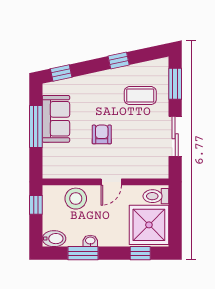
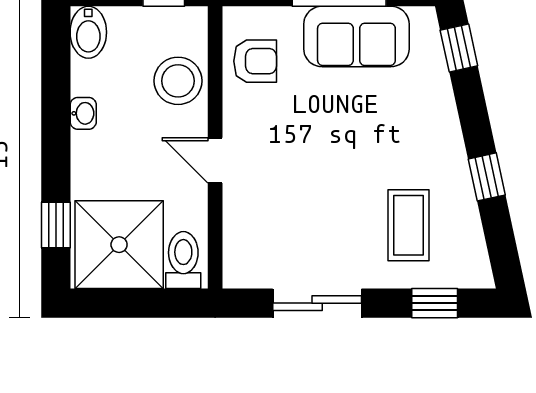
window: (175, 84) -> (435, 303), width x0.67
armchair: (102, 134) -> (255, 61), moved
window: (83, 253) -> (56, 97), removed

